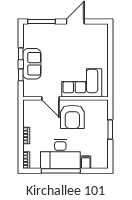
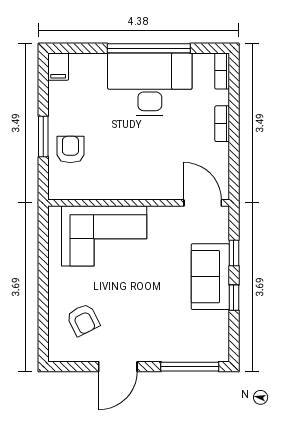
armchair: (92, 43) -> (83, 320), added
door: (51, 98) -> (203, 203), moved
armchair: (72, 117) -> (70, 150), moved, width x0.53, depth x0.53
filing cabinet: (86, 162) -> (58, 67), moved

